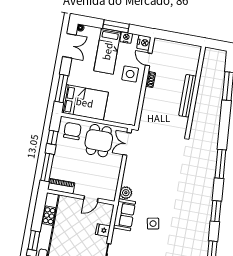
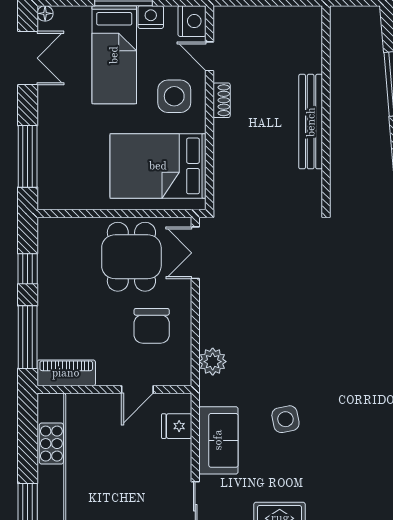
bed: (85, 102) -> (158, 166), moved, turned 180
chair: (72, 131) -> (152, 326), moved, turned 180
sofa: (124, 215) -> (218, 440), moved
fridge: (103, 230) -> (177, 426), moved

